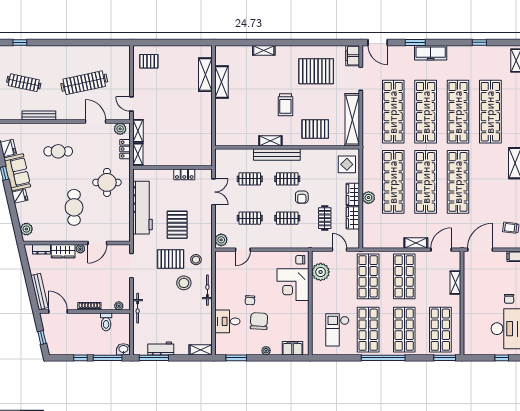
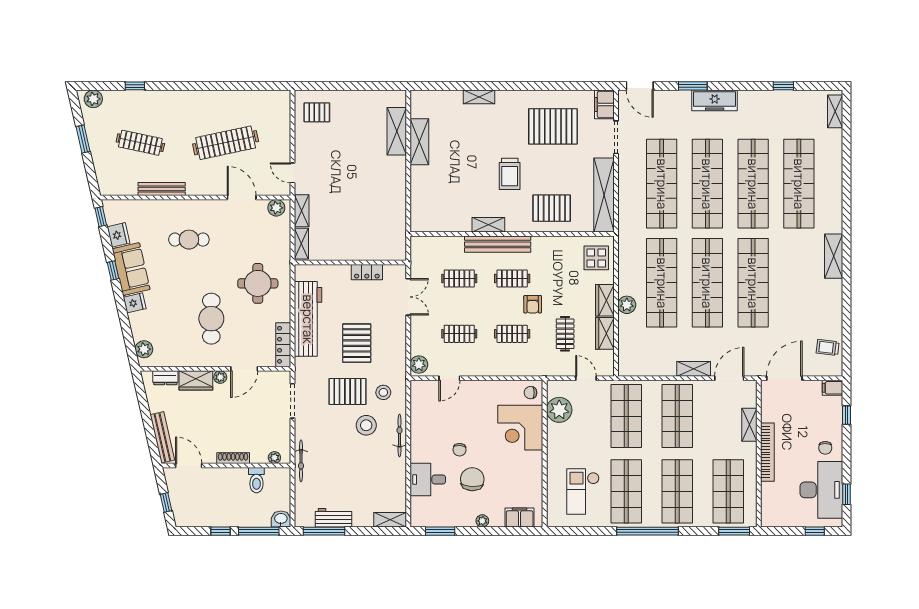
locker: (125, 149) -> (283, 345), moved, width x1.53
bookcase: (468, 302) -> (767, 452), added

